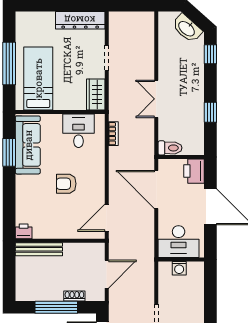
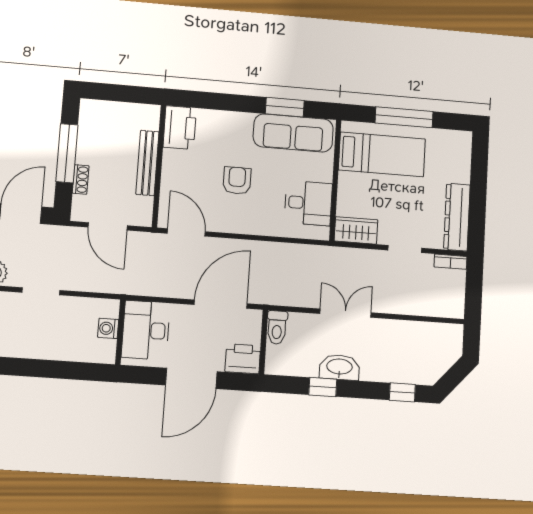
washbasin: (187, 28) -> (339, 367), moved, turned 48
bookcase: (113, 134) -> (450, 262), moved
printer: (24, 231) -> (180, 128), width x1.87, depth x1.48
bench: (39, 249) -> (147, 163), moved

